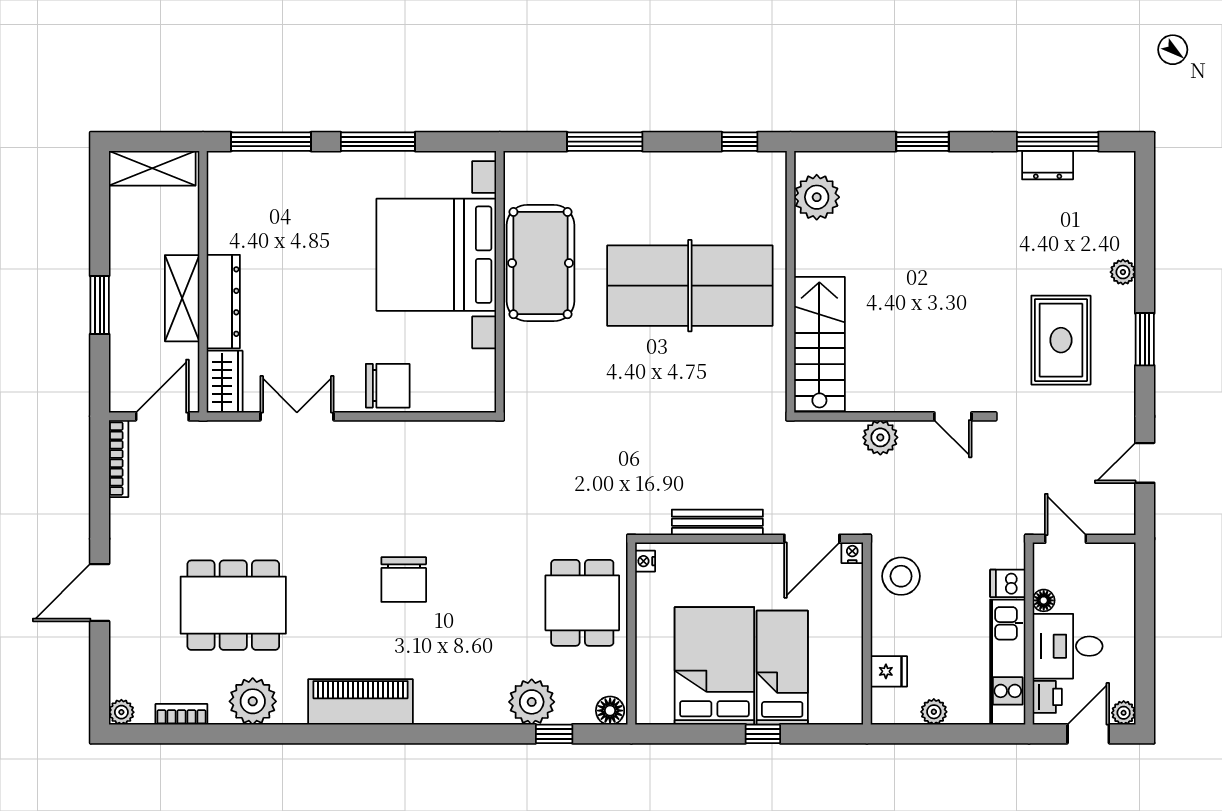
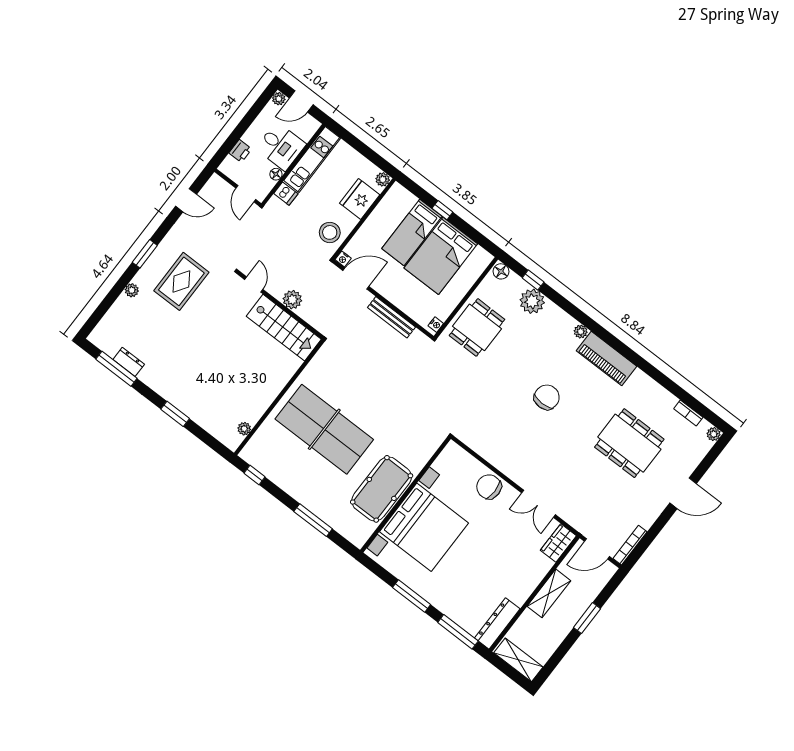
plant: (817, 197) -> (244, 429), width x0.53, depth x0.53
dresser: (223, 302) -> (497, 623), moved
stairs: (819, 344) -> (284, 328), moved, turned -90
fridge: (889, 671) -> (360, 199), width x1.88, depth x1.34
printer: (1047, 697) -> (240, 151), moved, turned 180
plant: (253, 701) -> (581, 332), moved, width x0.53, depth x0.53
plant: (934, 712) -> (383, 179), moved

